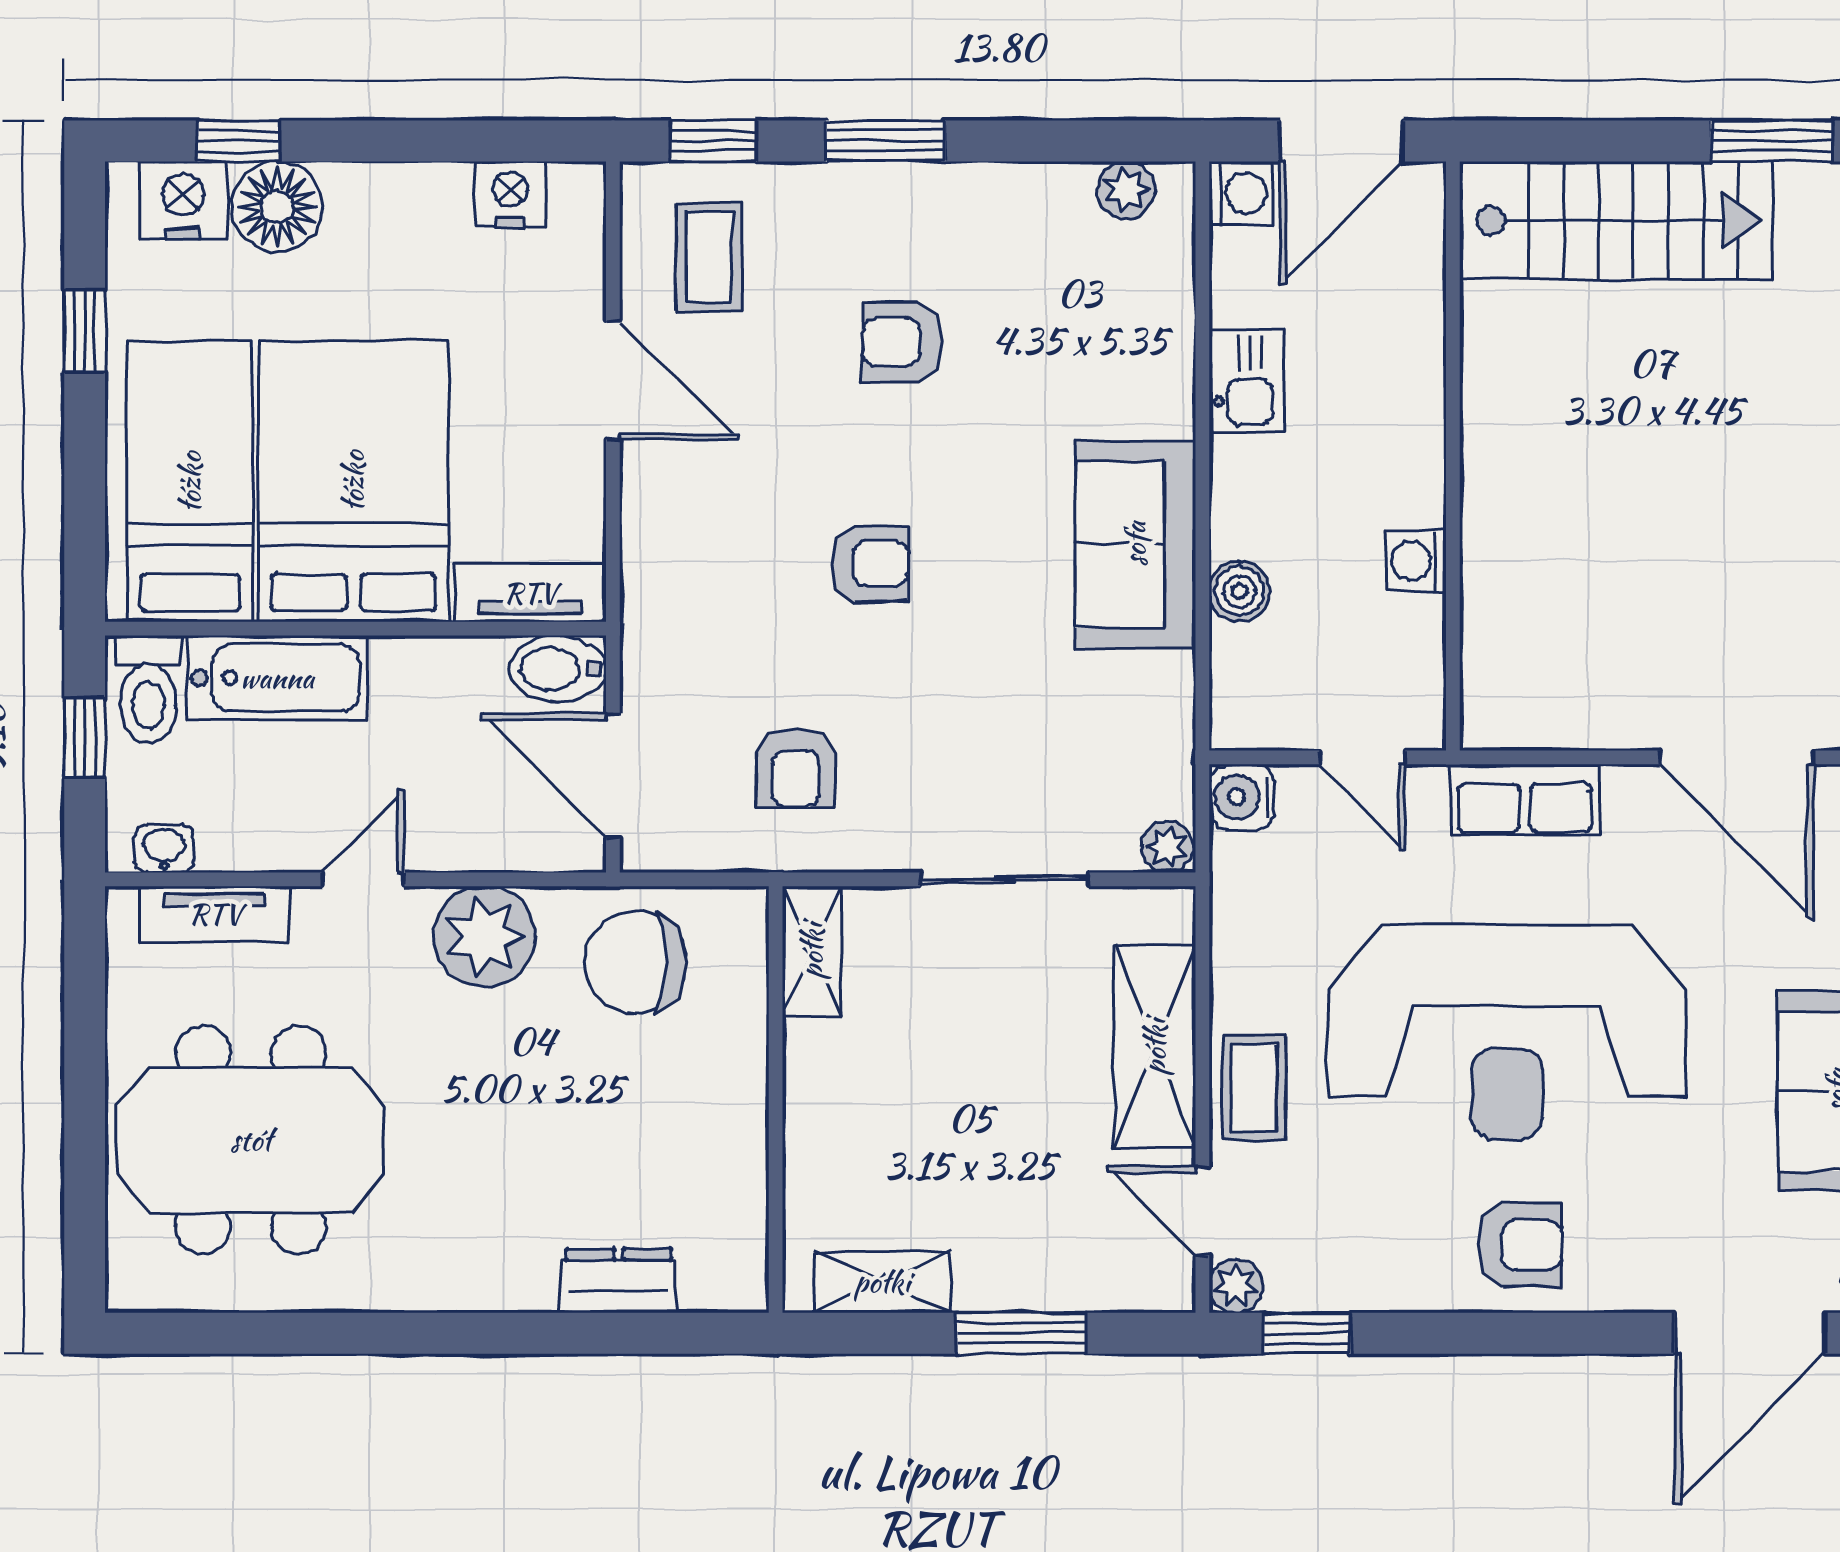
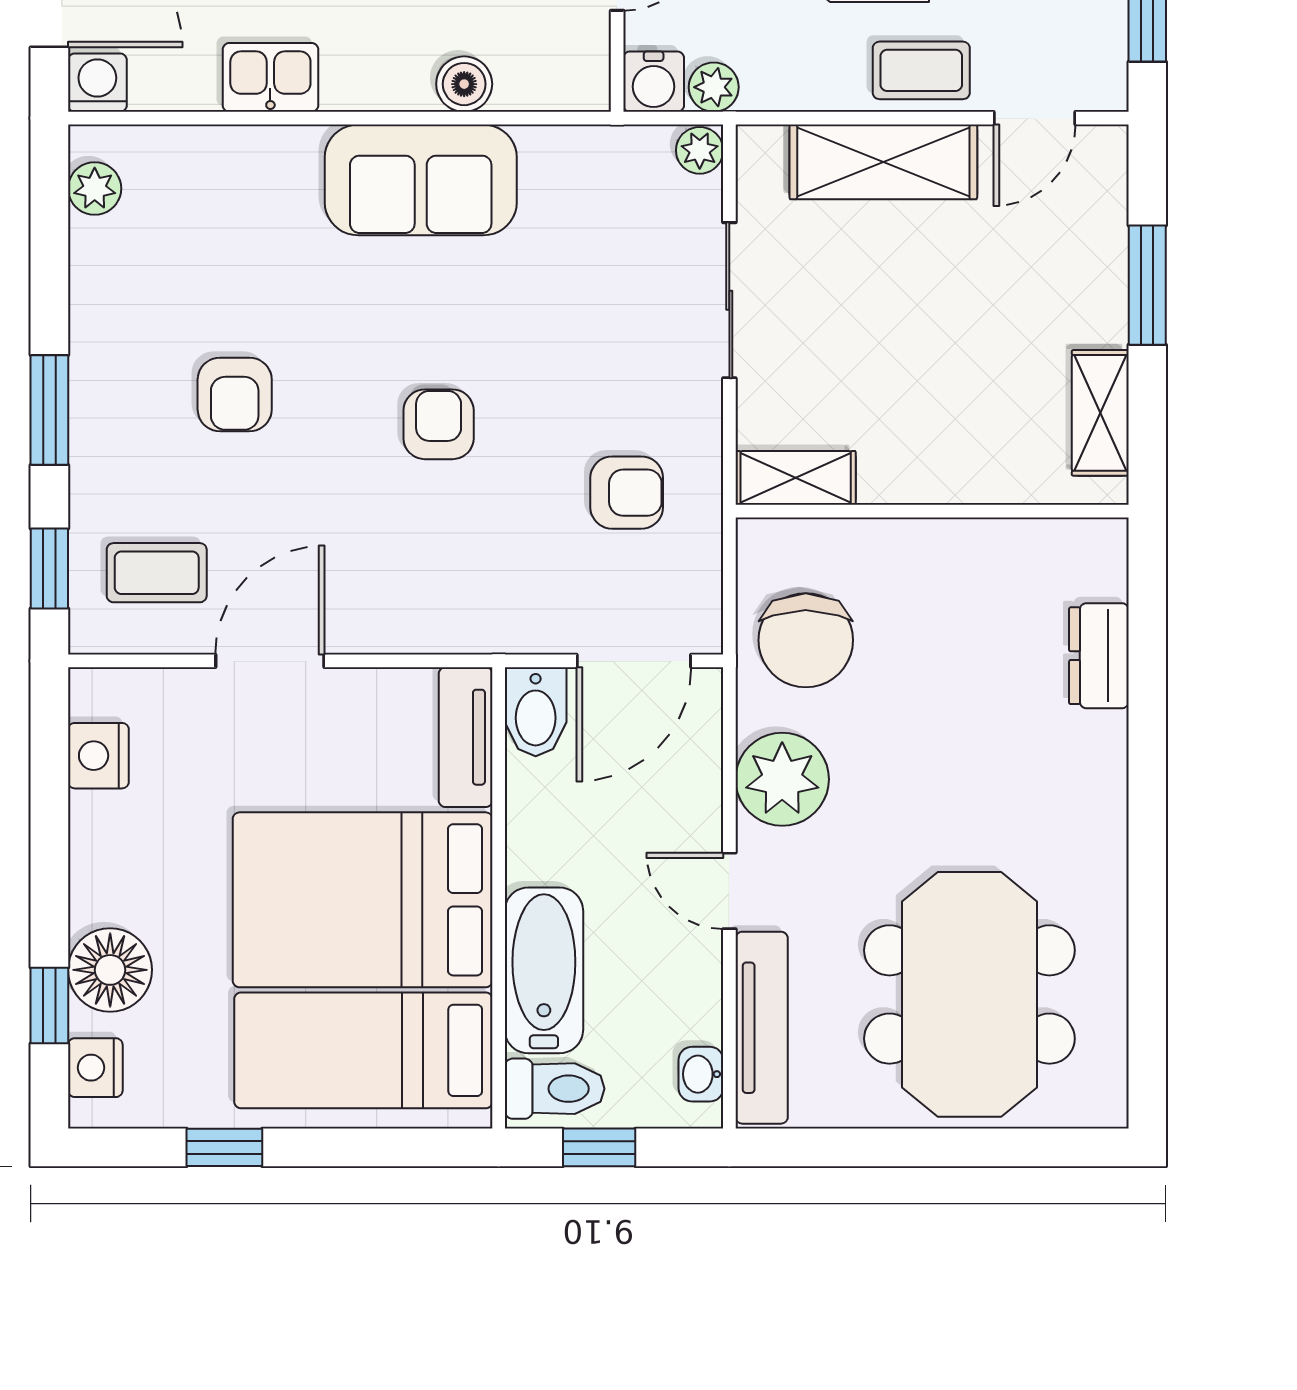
nightstand: (183, 200) -> (95, 1068), width x0.74, depth x0.75
tv unit: (215, 914) -> (762, 1028), width x1.41
plant: (1236, 1286) -> (714, 87), moved

